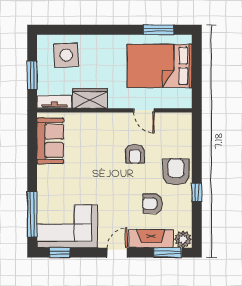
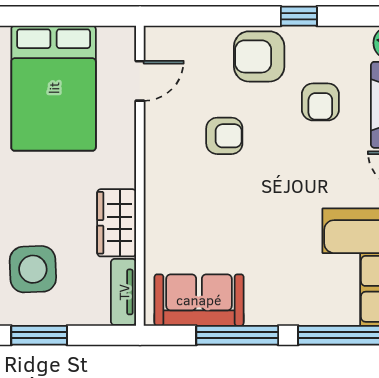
window: (32, 75) -> (39, 335), moved
door: (144, 110) -> (140, 81), moved
window: (32, 161) -> (237, 335), added

